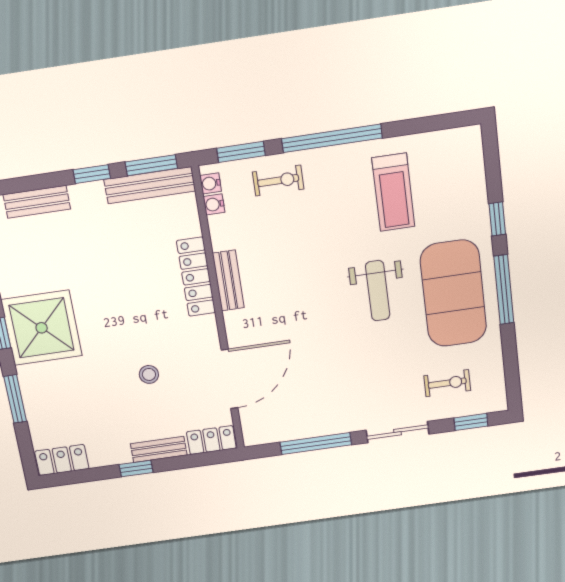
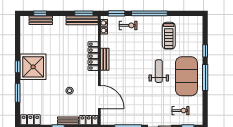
window: (92, 174) -> (40, 13), moved
weight bench: (378, 291) -> (159, 71), turned 180
door: (230, 379) -> (99, 97), hinge flipped

